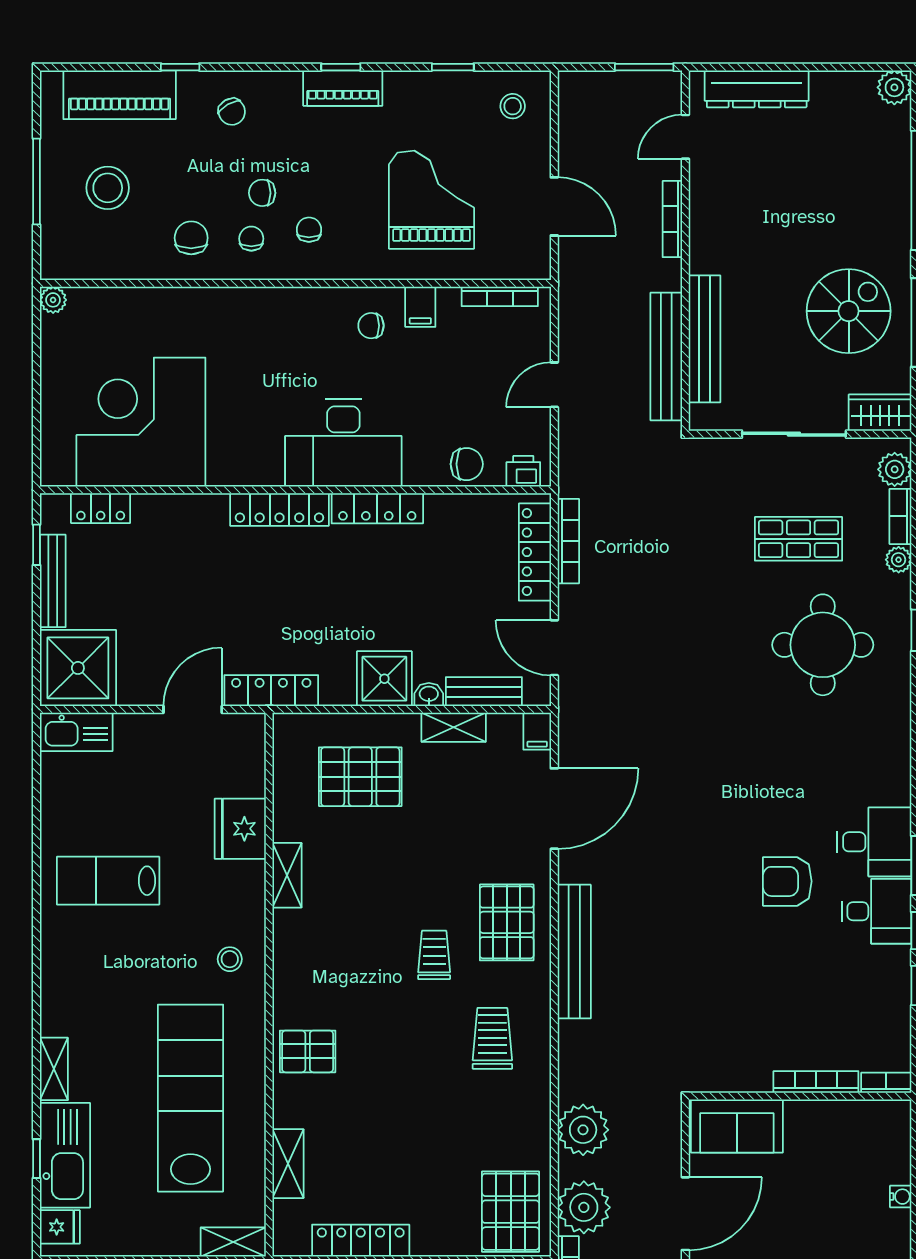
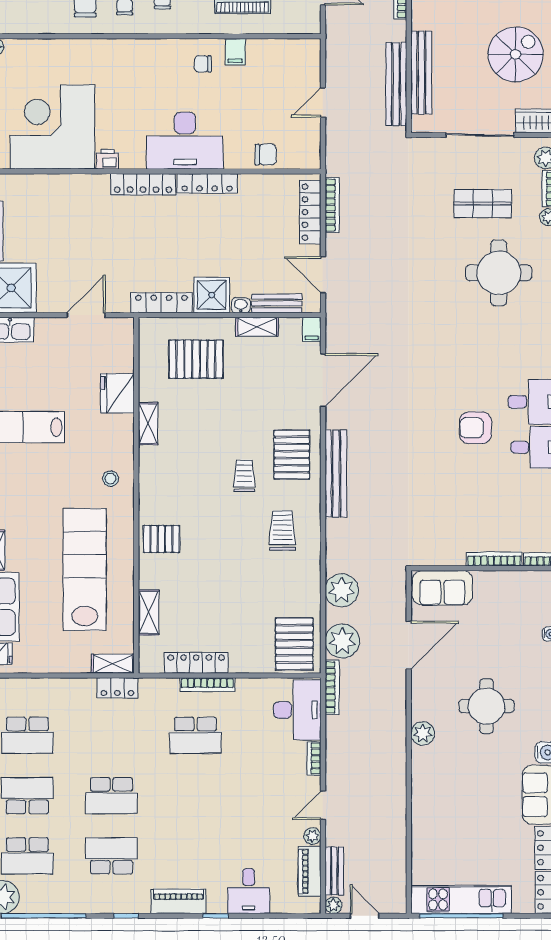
bookcase: (500, 296) -> (287, 45), removed
printer: (523, 471) -> (107, 159), moved
locker: (101, 508) -> (26, 183), removed
locker: (271, 691) -> (161, 303), moved

